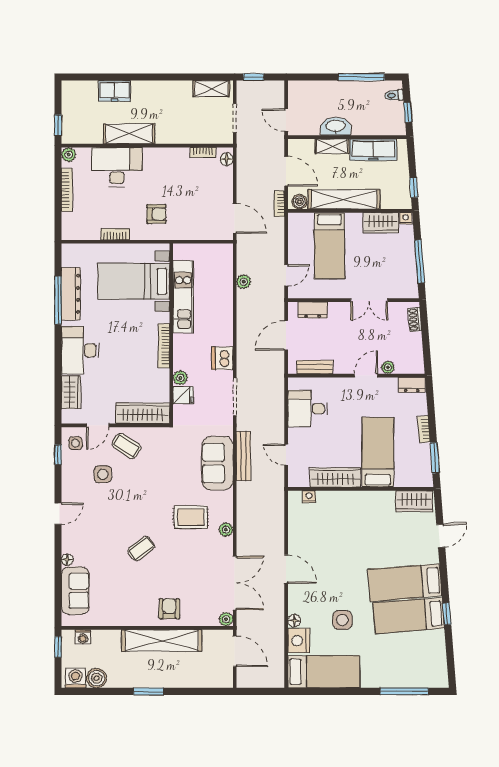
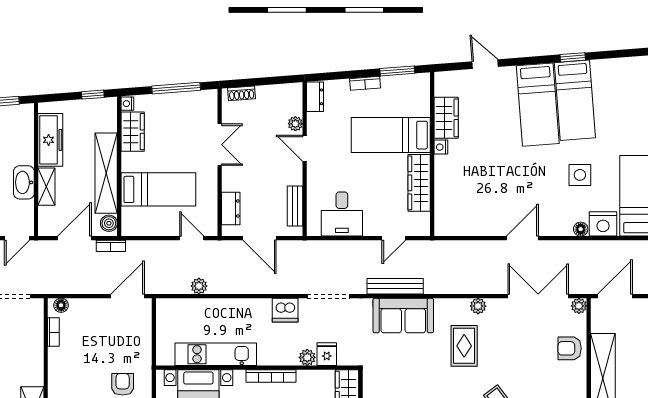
nightstand: (309, 497) -> (441, 147), moved
wardrobe: (414, 501) -> (446, 118), moved
armchair: (169, 609) -> (570, 348), moved

